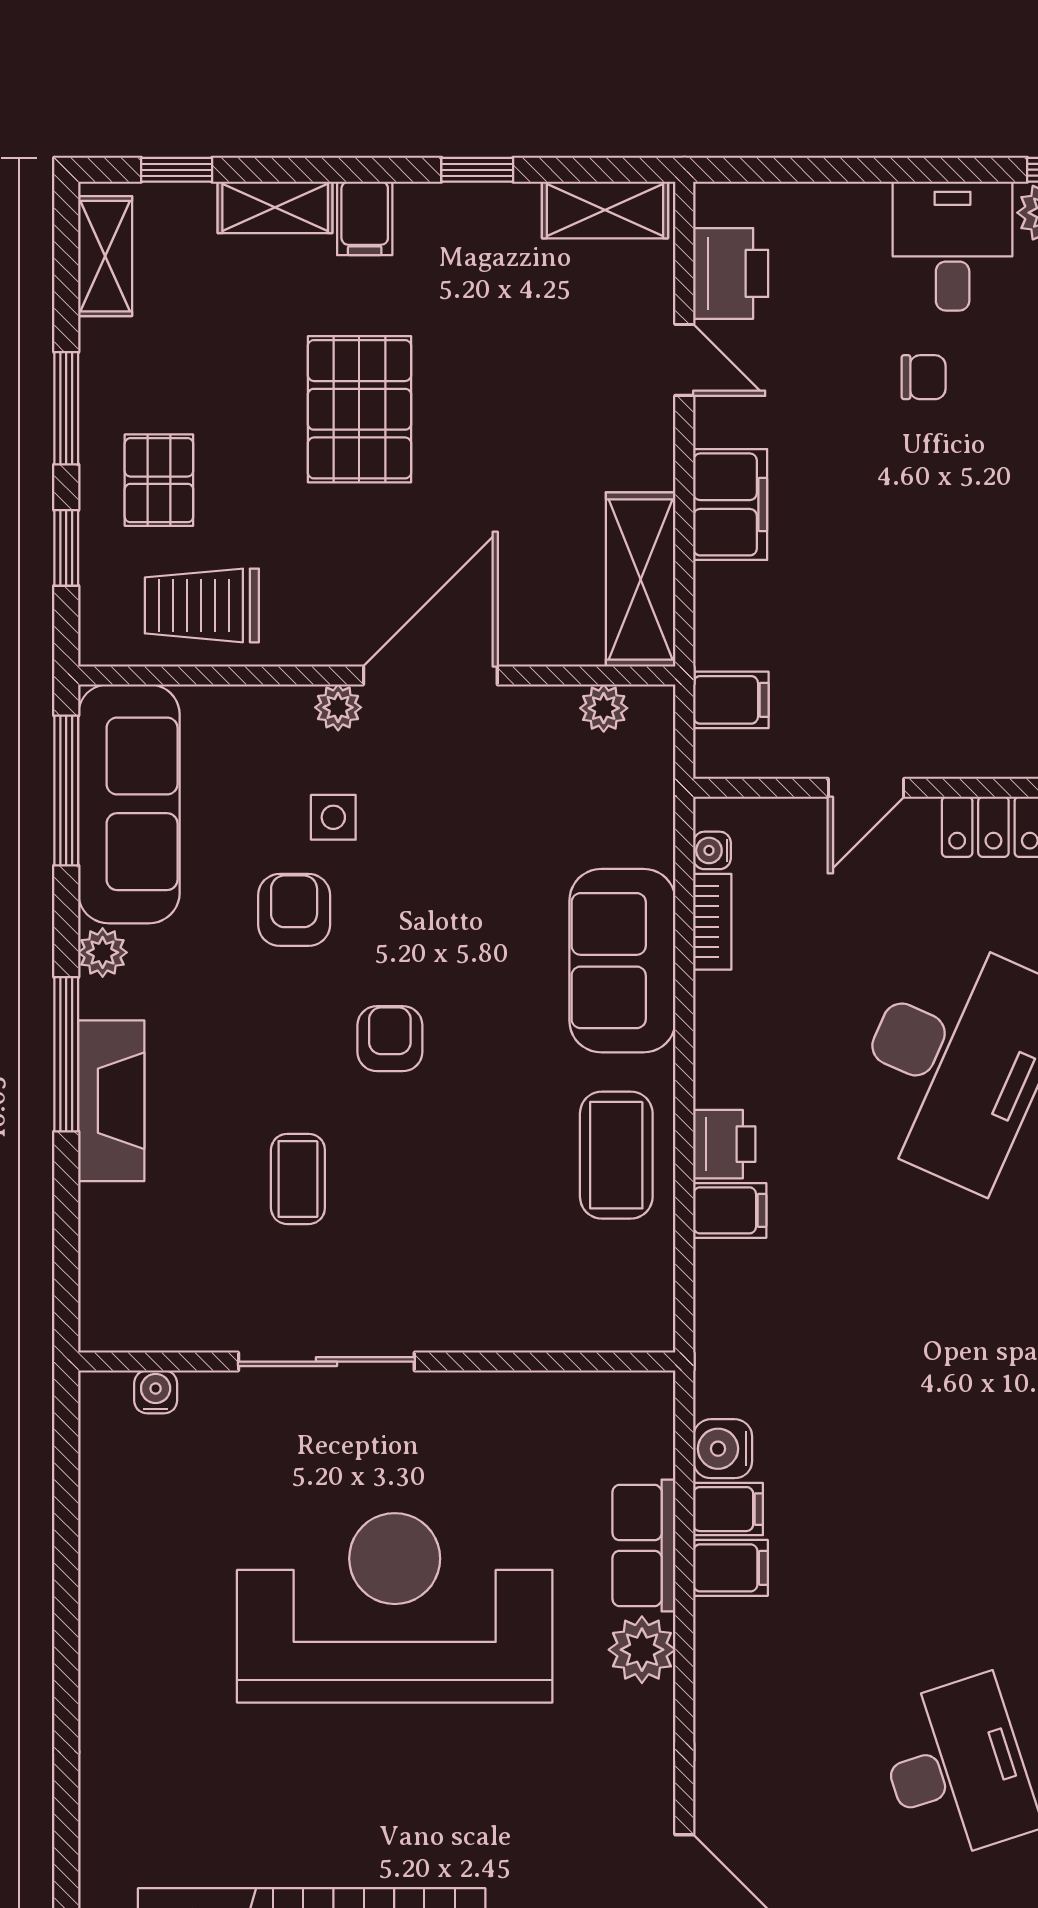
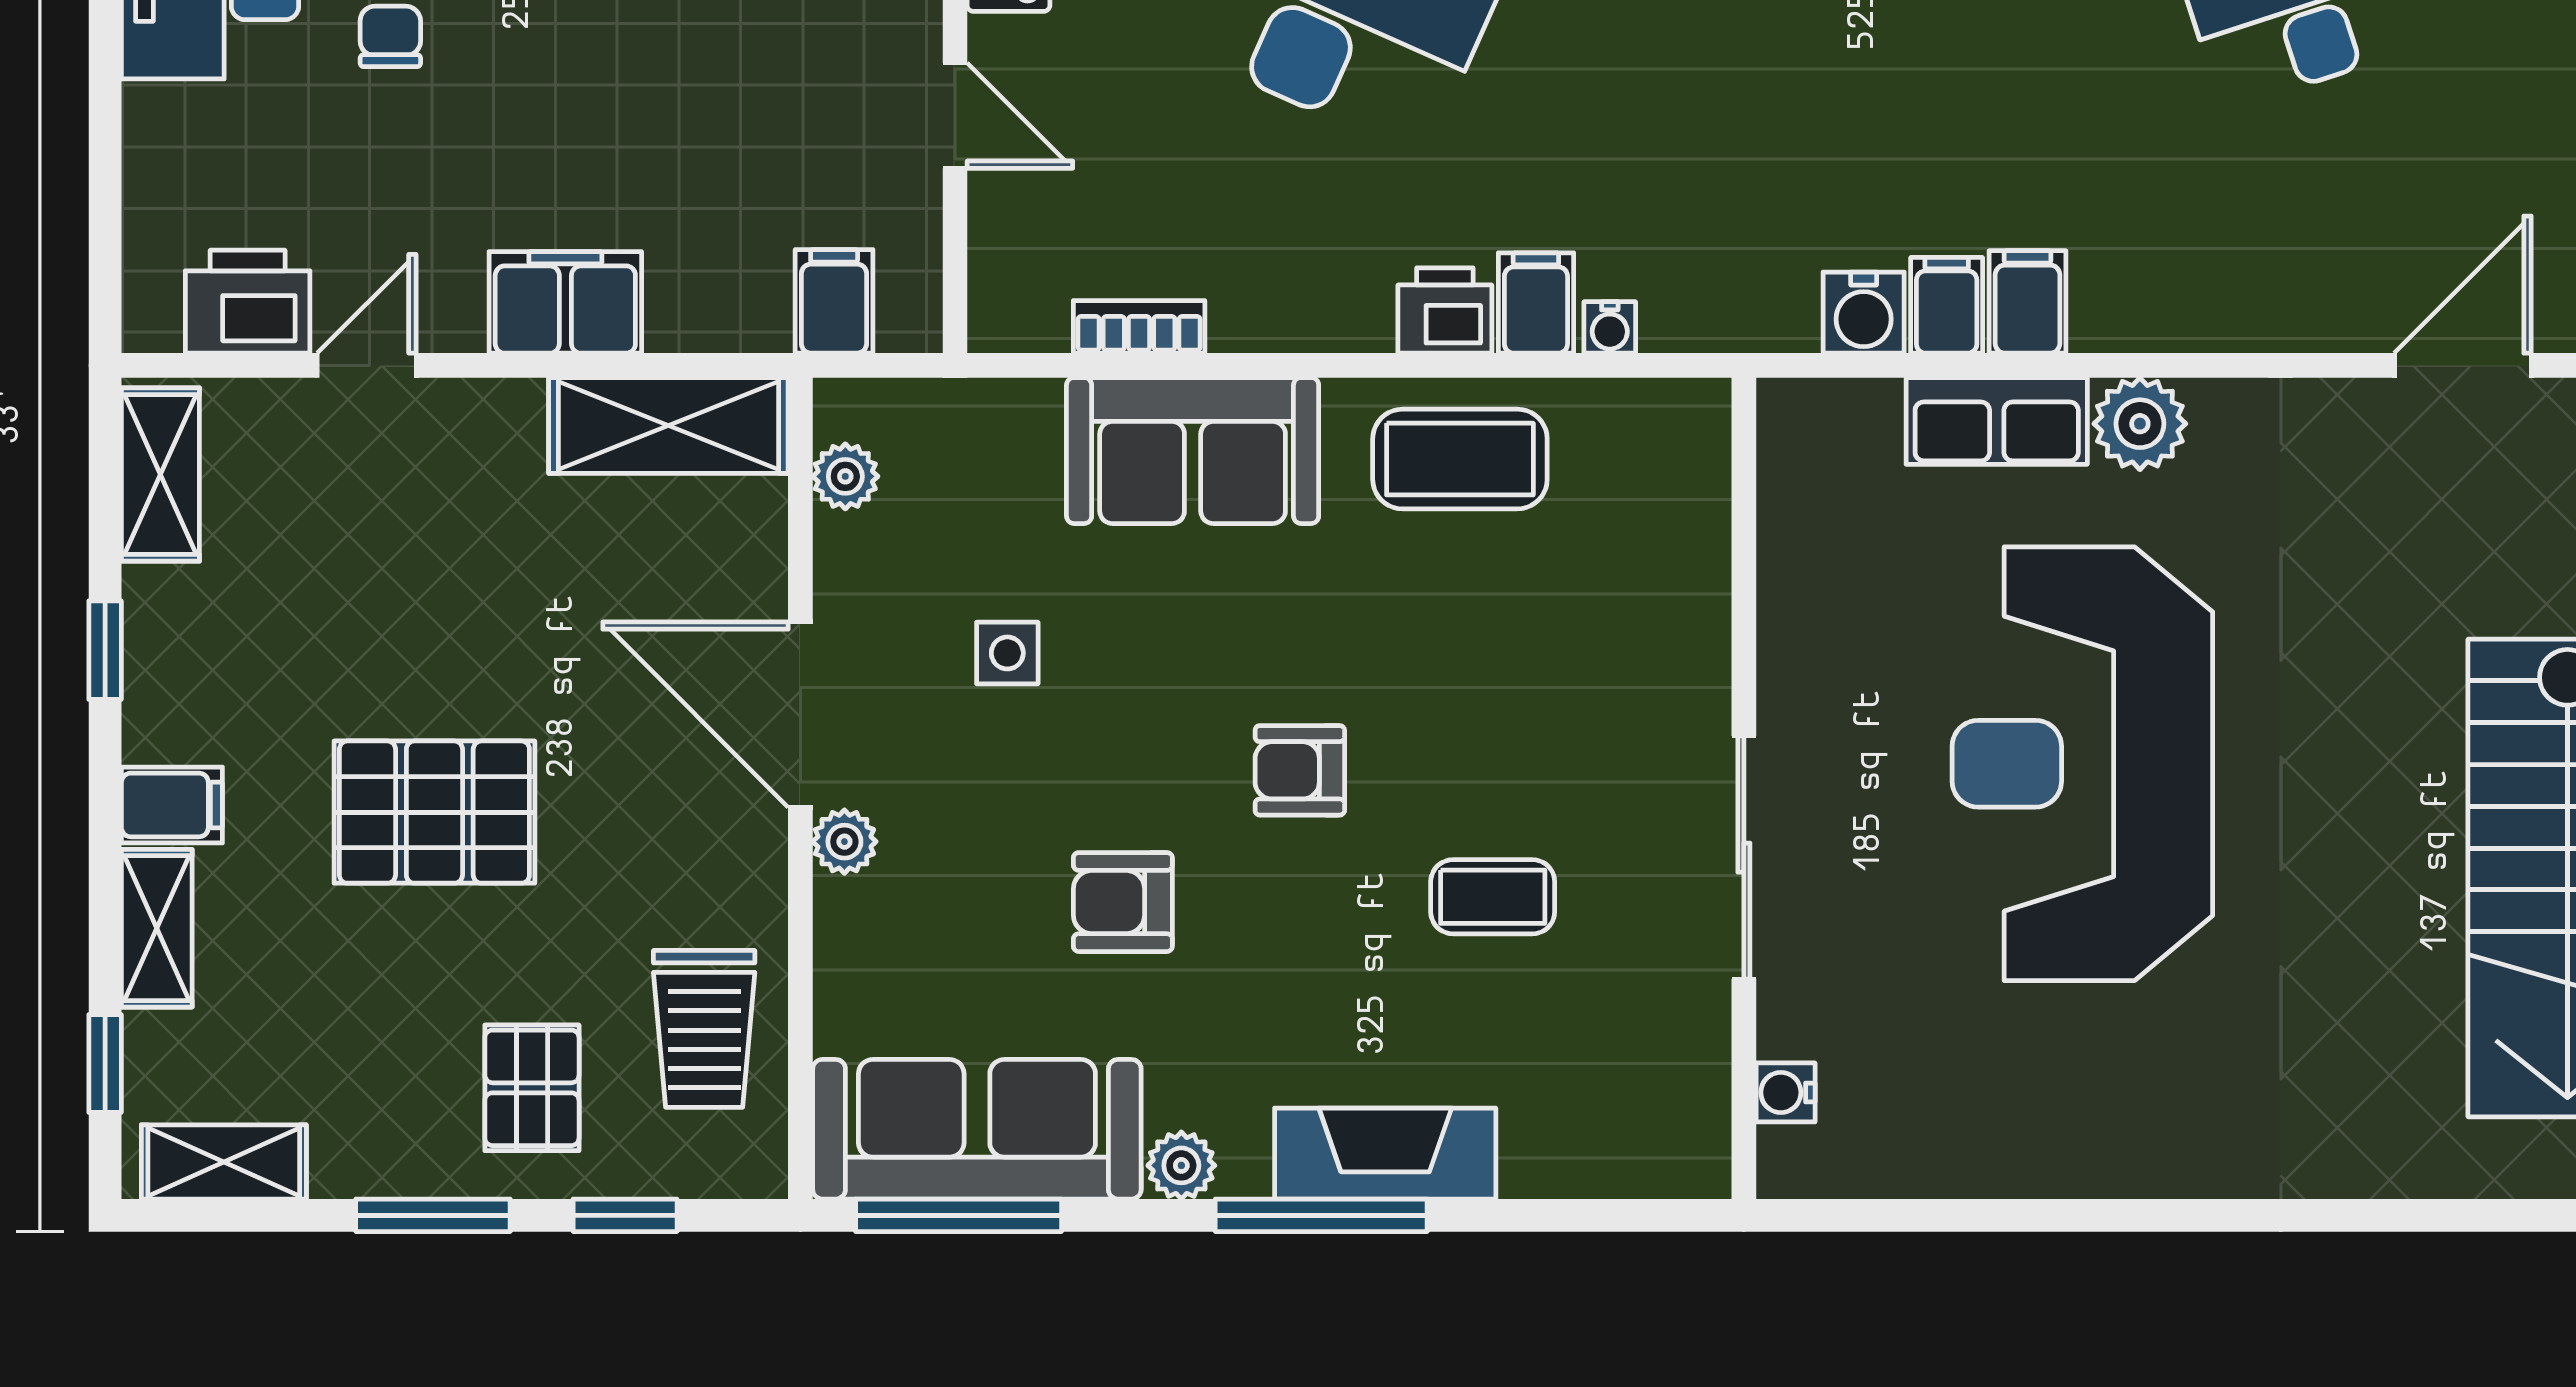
pallet: (159, 480) -> (532, 1088), turned 90
side table: (333, 817) -> (1007, 653), moved
water cooler: (712, 850) -> (1610, 327), moved

